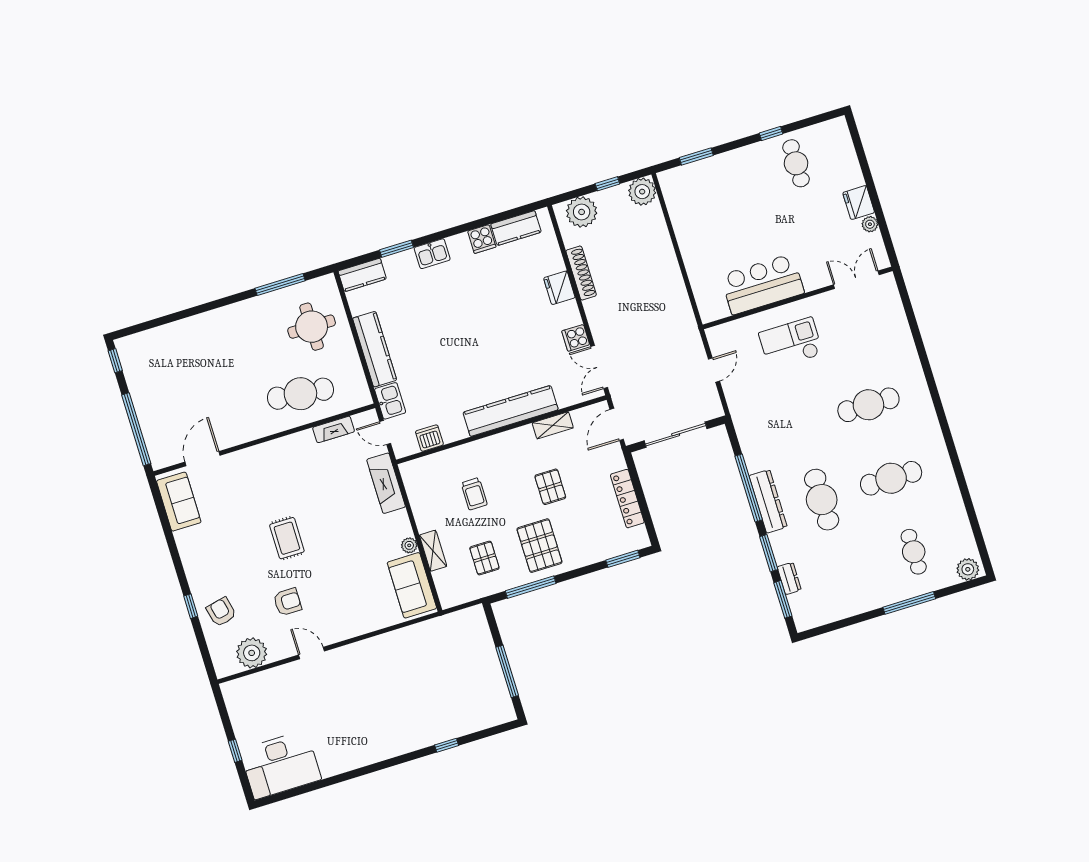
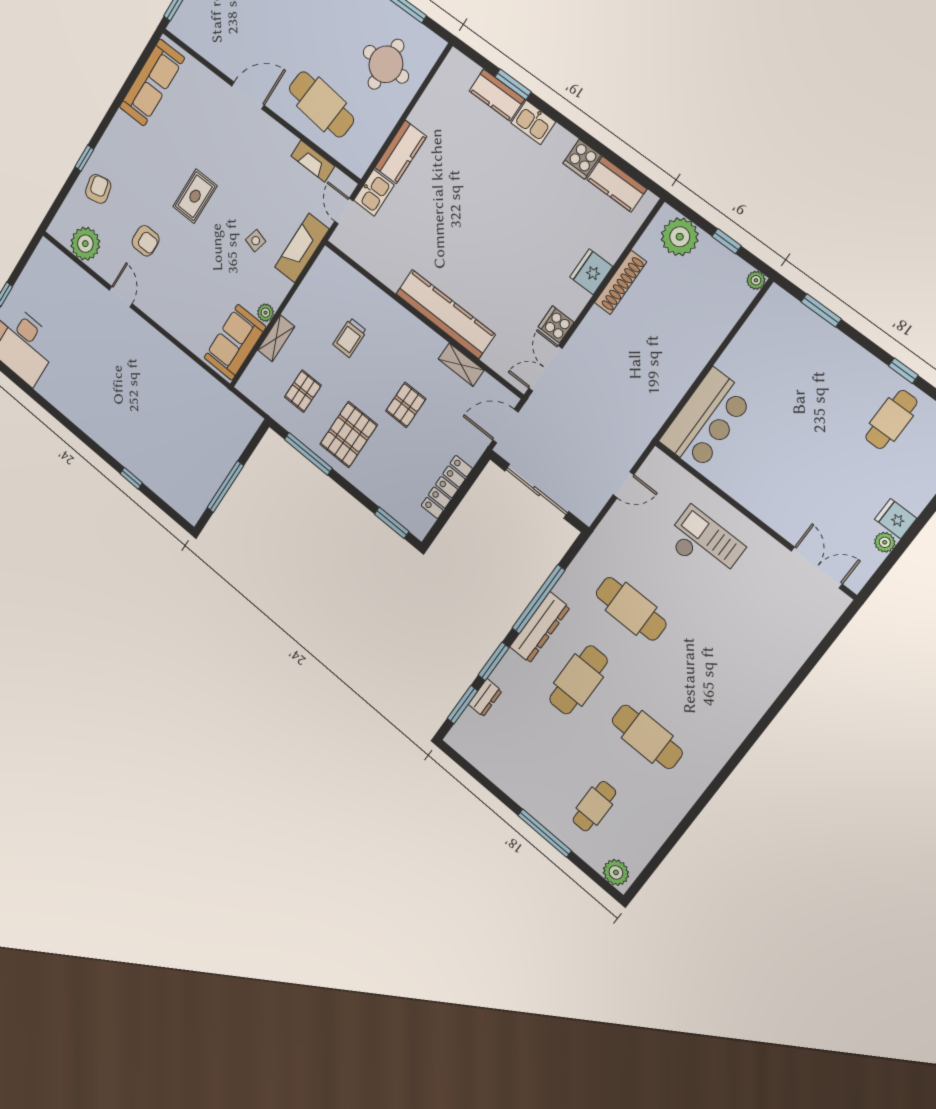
plant: (642, 192) -> (756, 280), width x0.53, depth x0.53
fridge: (859, 203) -> (896, 519), width x0.72
kitchen counter: (362, 275) -> (497, 95), moved
bar counter: (762, 284) -> (706, 420), moved, turned 90
kitchen counter: (375, 349) -> (401, 152), width x0.67
cafe table: (868, 405) -> (631, 609), moved
dishwasher: (429, 438) -> (368, 256), removed
door: (203, 459) -> (248, 96), moved
sofa: (179, 502) -> (152, 83), width x1.36
side table: (354, 515) -> (256, 241), added

